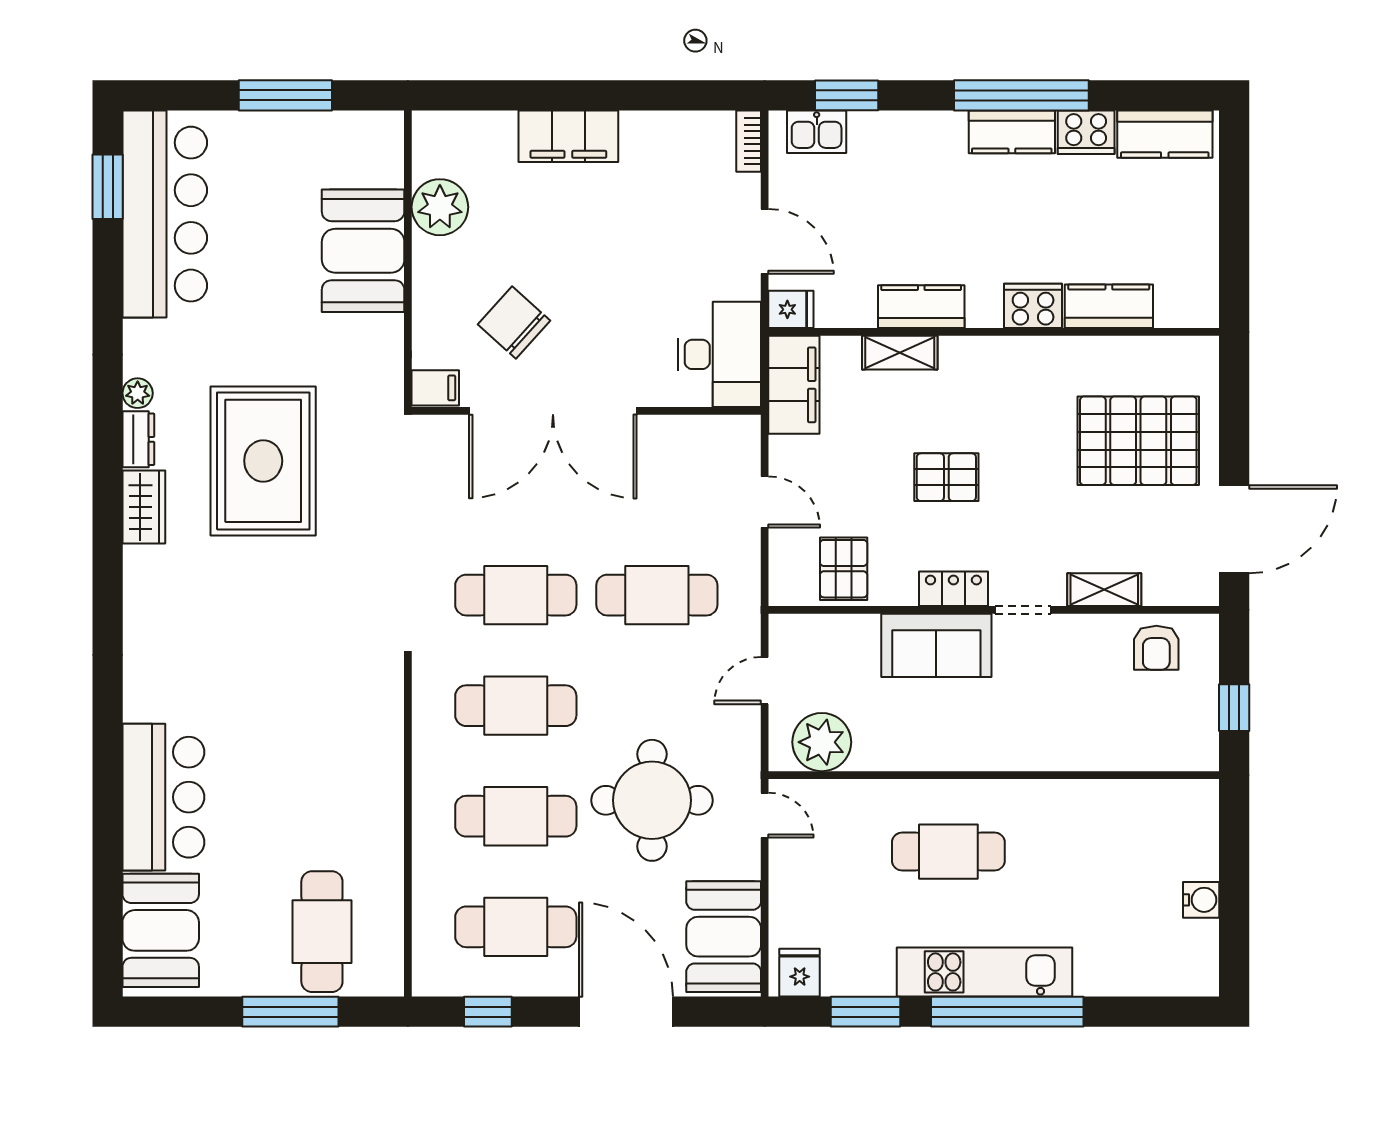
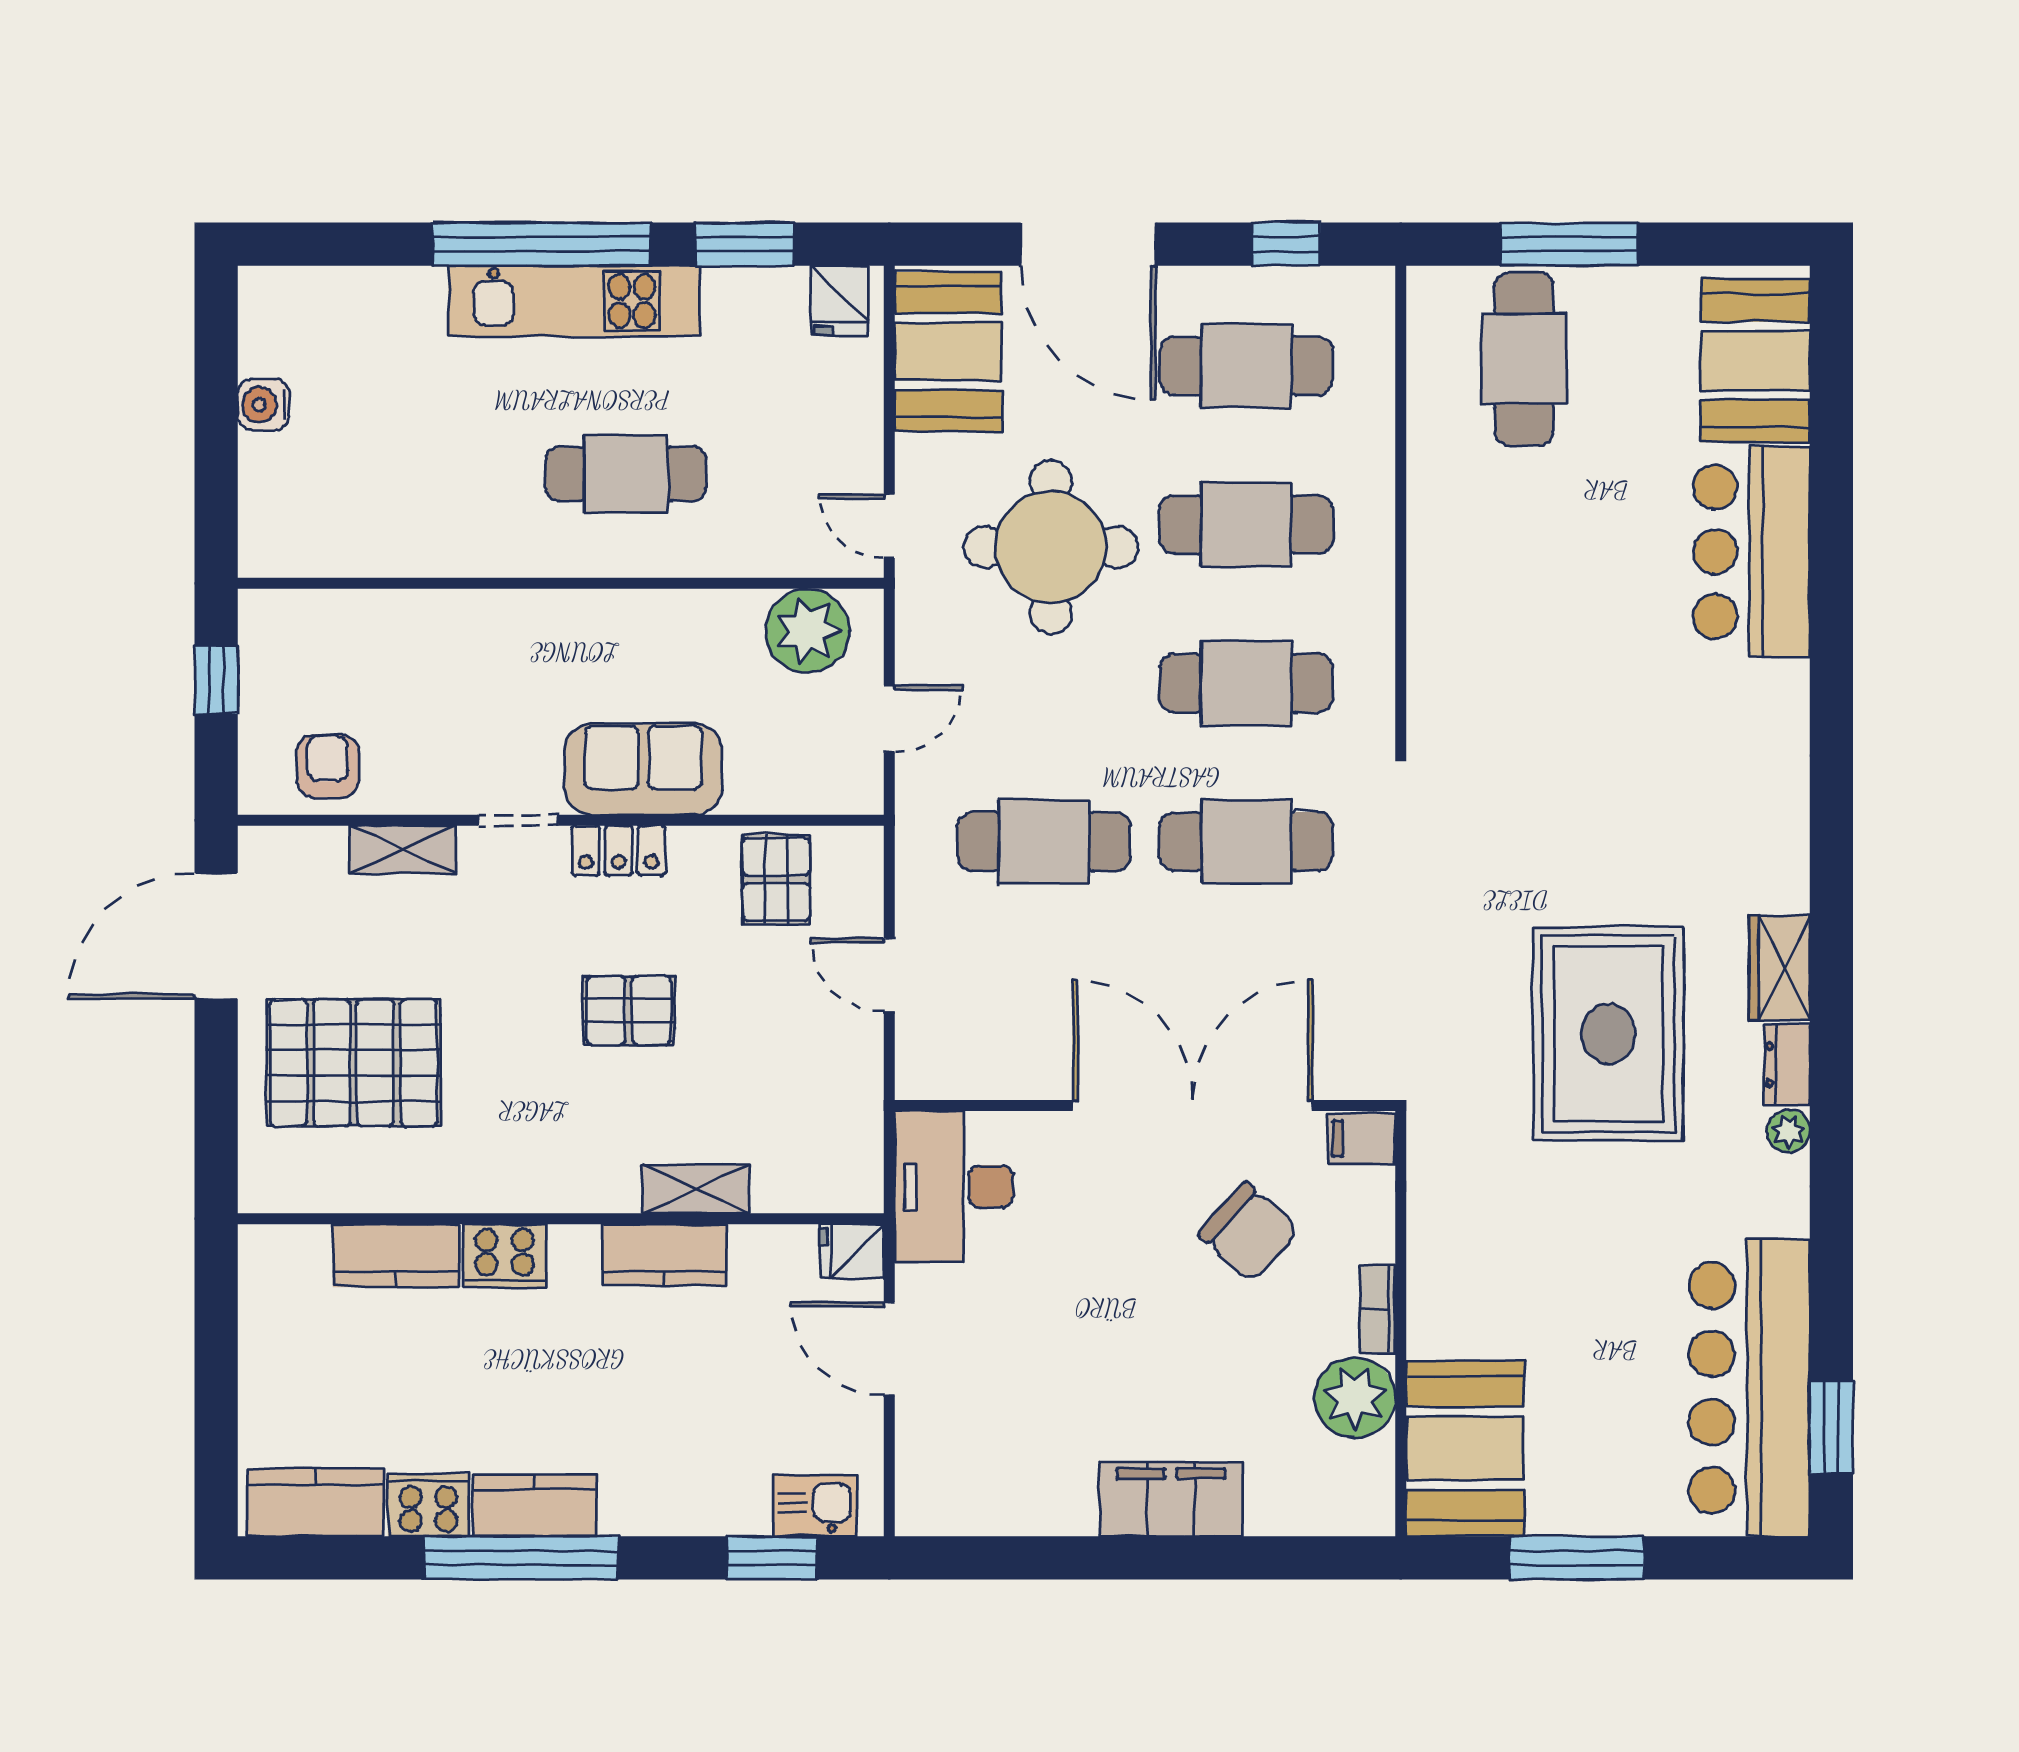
bookcase: (749, 141) -> (1378, 1309), moved, turned 180
booth: (363, 251) -> (1465, 1448), moved
filing cabinet: (794, 385) -> (847, 1143), removed

